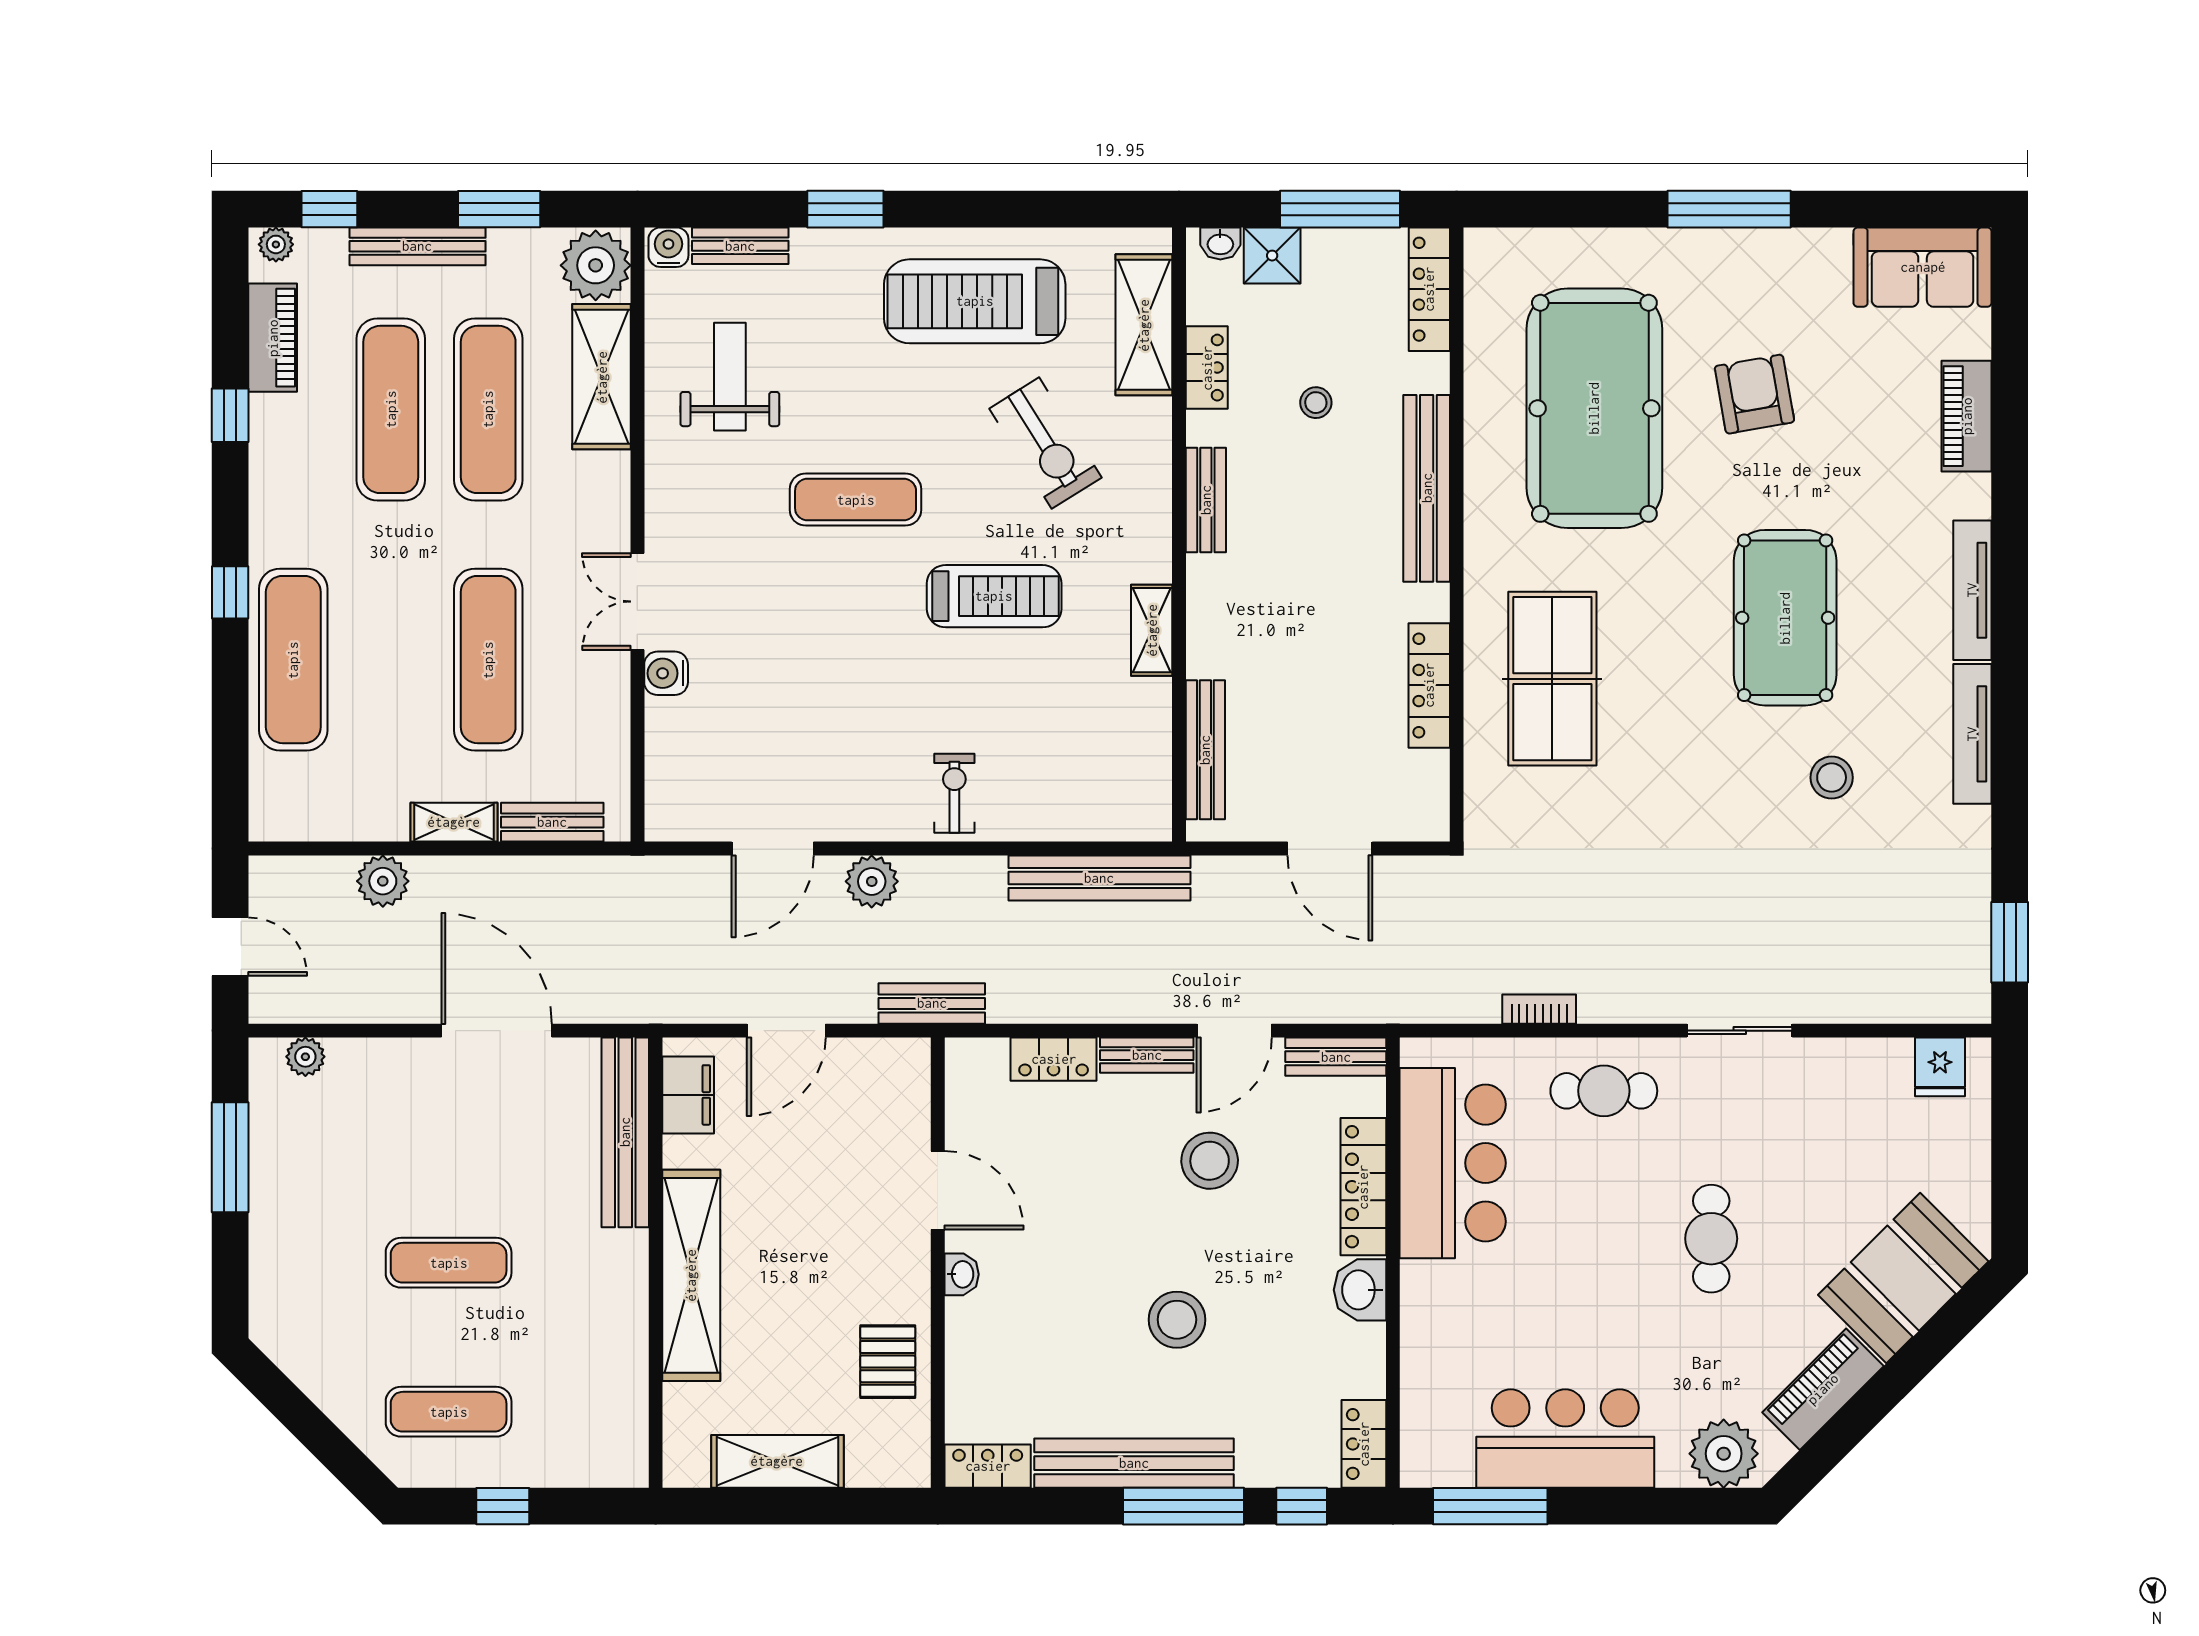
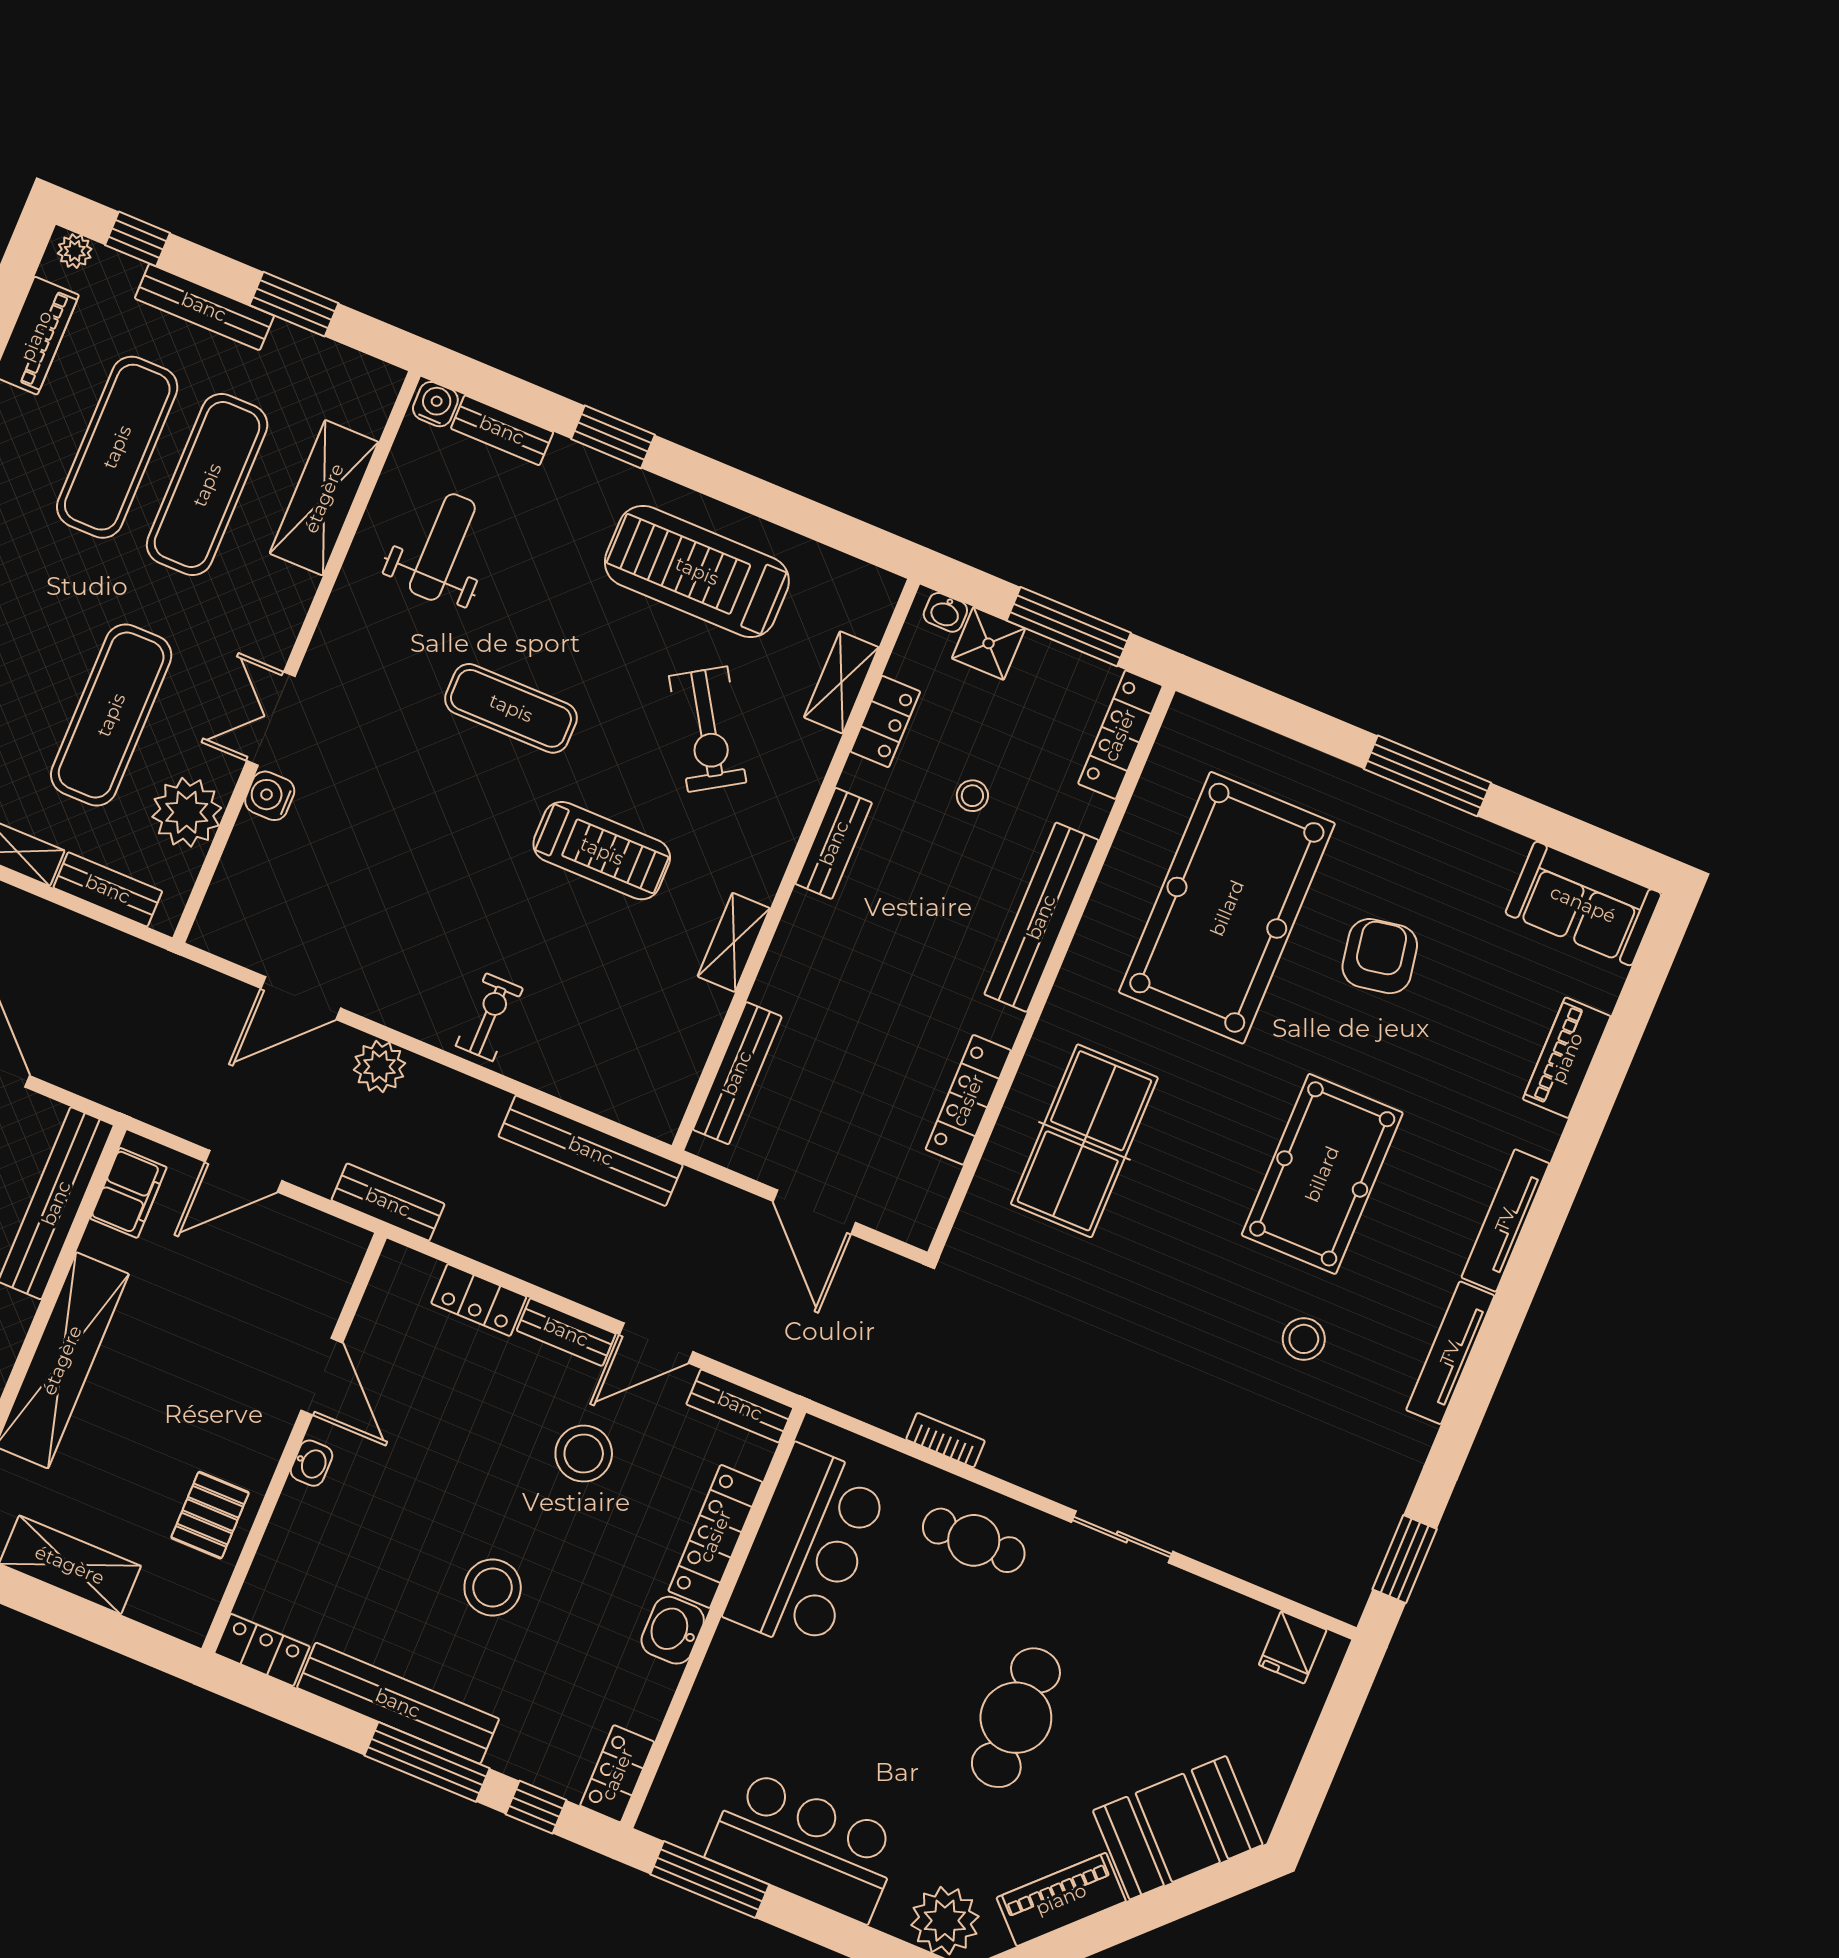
plant: (596, 265) -> (187, 812), moved
shelving: (1144, 325) -> (841, 682), width x0.67, depth x0.75
cafe table: (1711, 1239) -> (1016, 1718), width x1.37, depth x1.35

